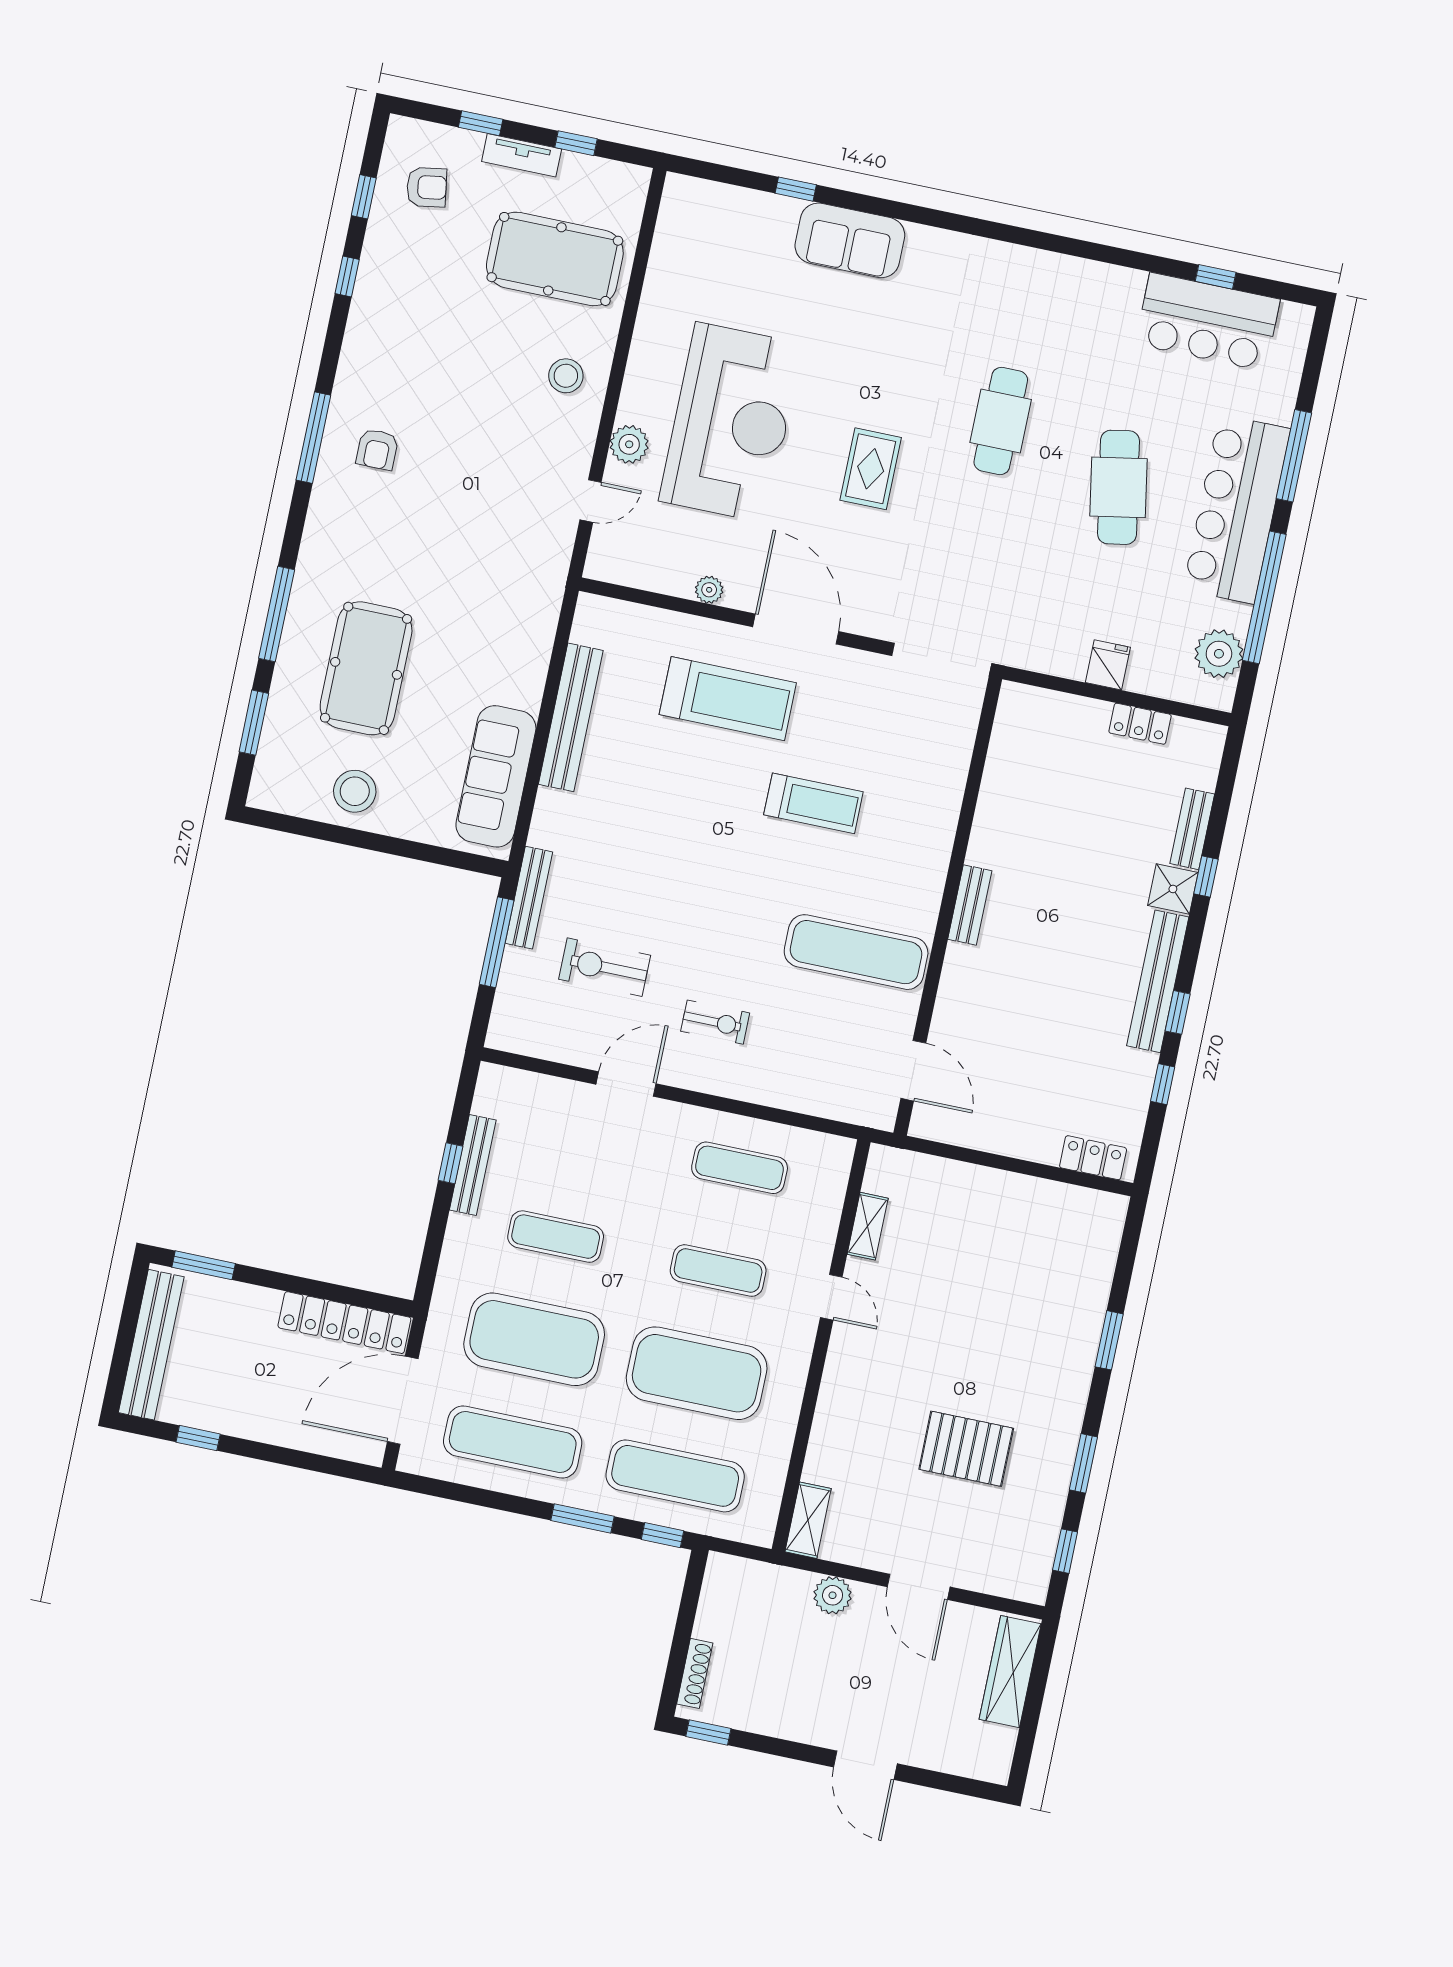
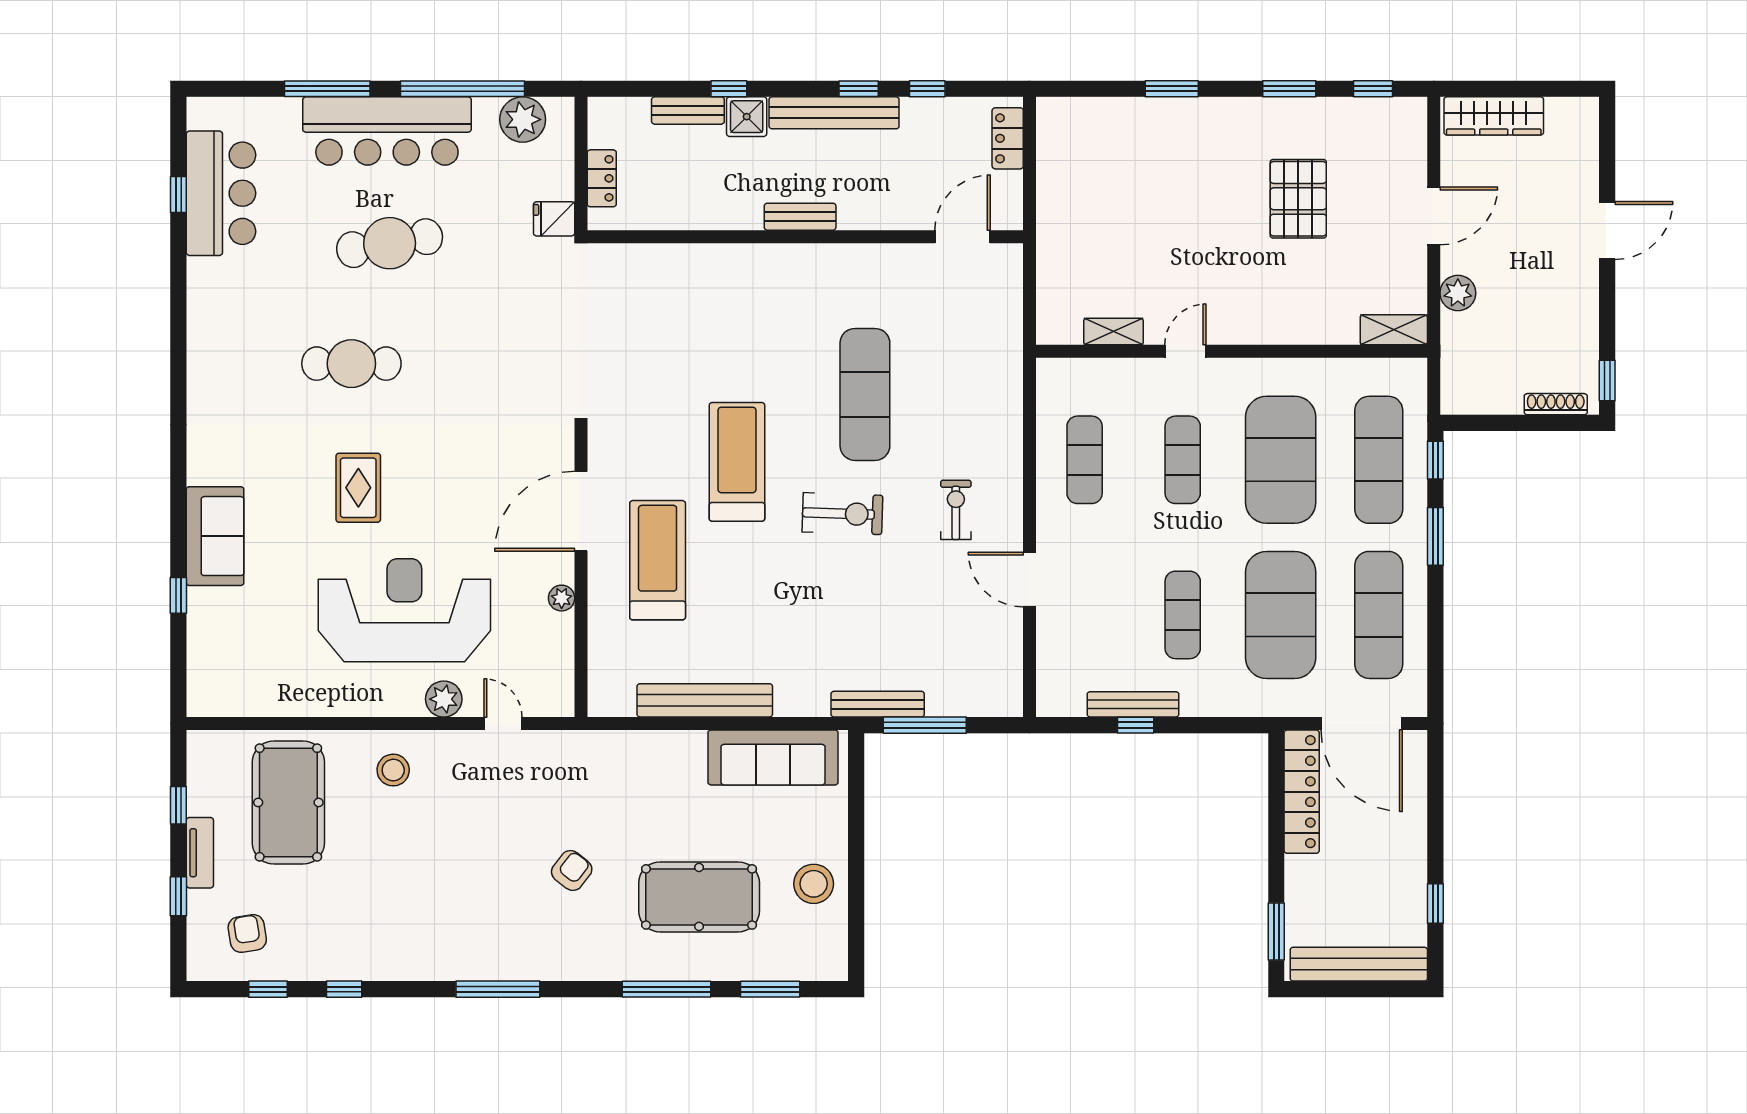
armchair: (377, 449) -> (572, 871), moved, turned -52
rug: (871, 469) -> (358, 488), moved, turned 90
treadmill: (813, 803) -> (737, 462), width x1.37, depth x1.38
bench: (970, 905) -> (800, 217), moved
wall: (948, 906) -> (805, 237), moved
exercise bike: (605, 967) -> (842, 514), moved, turned -88
door: (913, 1071) -> (962, 237), moved

